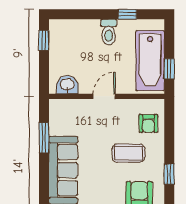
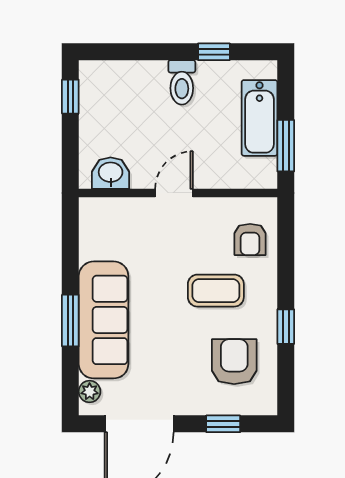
bathtub: (150, 61) -> (259, 118), width x0.73, depth x0.73
window: (169, 69) -> (286, 146), width x1.50
window: (44, 138) -> (70, 321), moved

